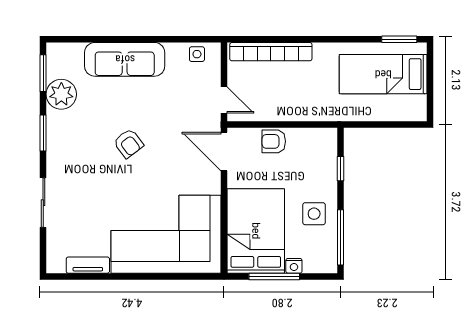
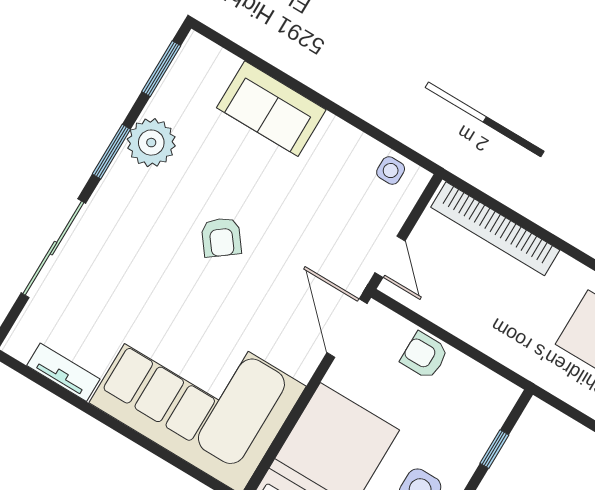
sofa: (125, 59) -> (271, 109), width x0.73
plant: (61, 94) -> (151, 143), moved
sliding door: (43, 203) -> (53, 248), width x1.37

